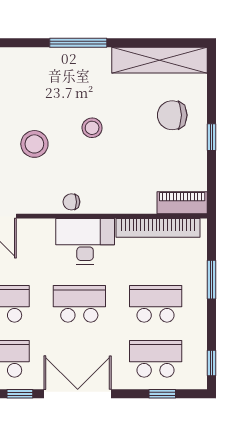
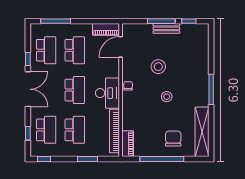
window: (212, 137) -> (162, 159), width x3.17

